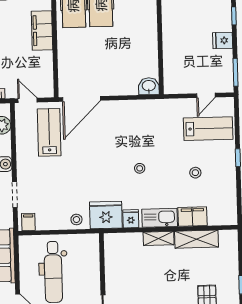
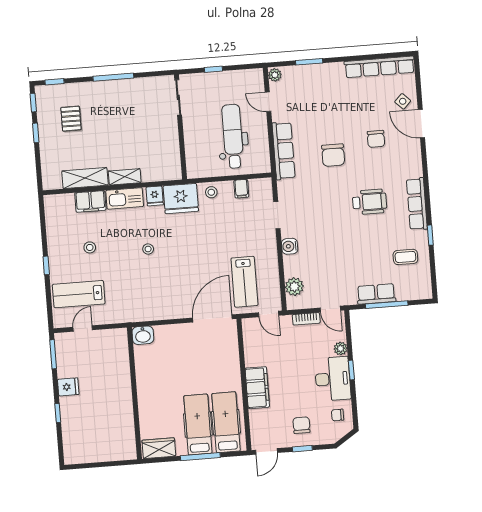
filing cabinet: (28, 222) -> (241, 189), moved

